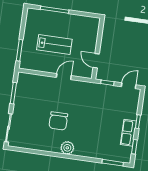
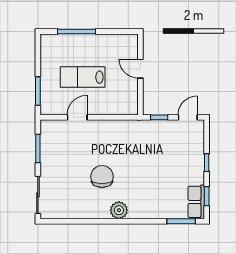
lab bench: (54, 44) -> (83, 77), turned 180
door: (96, 61) -> (140, 69), moved
door: (64, 77) -> (77, 117), moved
chair: (58, 121) -> (102, 177), turned 180
row of seats: (128, 133) -> (196, 202), moved

